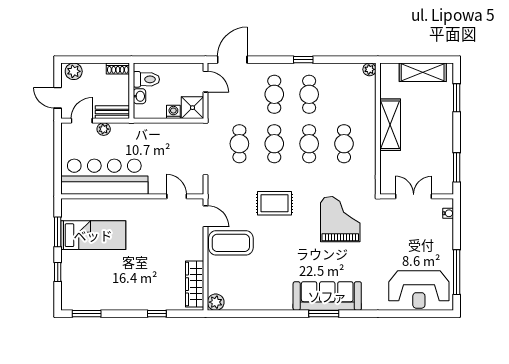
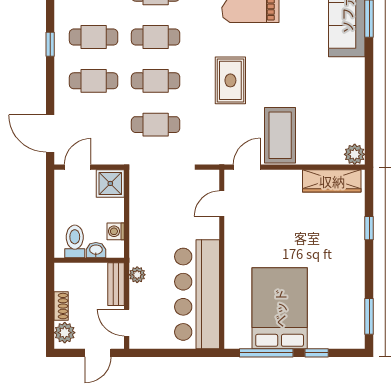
shoe rack: (118, 69) -> (61, 306), moved
washing machine: (173, 112) -> (116, 231), moved
plant: (104, 129) -> (137, 275), moved
window: (58, 232) -> (266, 353), width x1.44
bed: (93, 235) -> (280, 308), width x1.50

